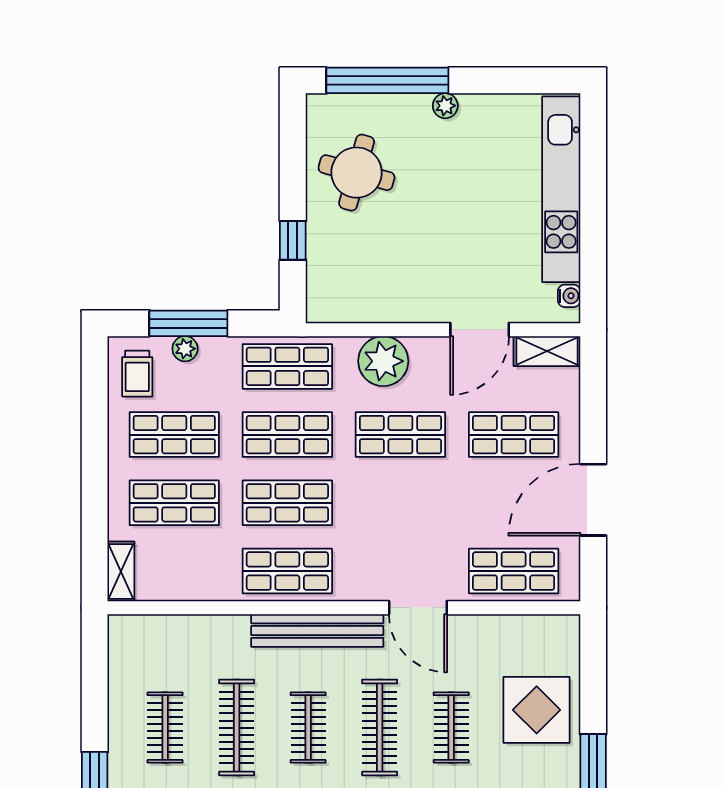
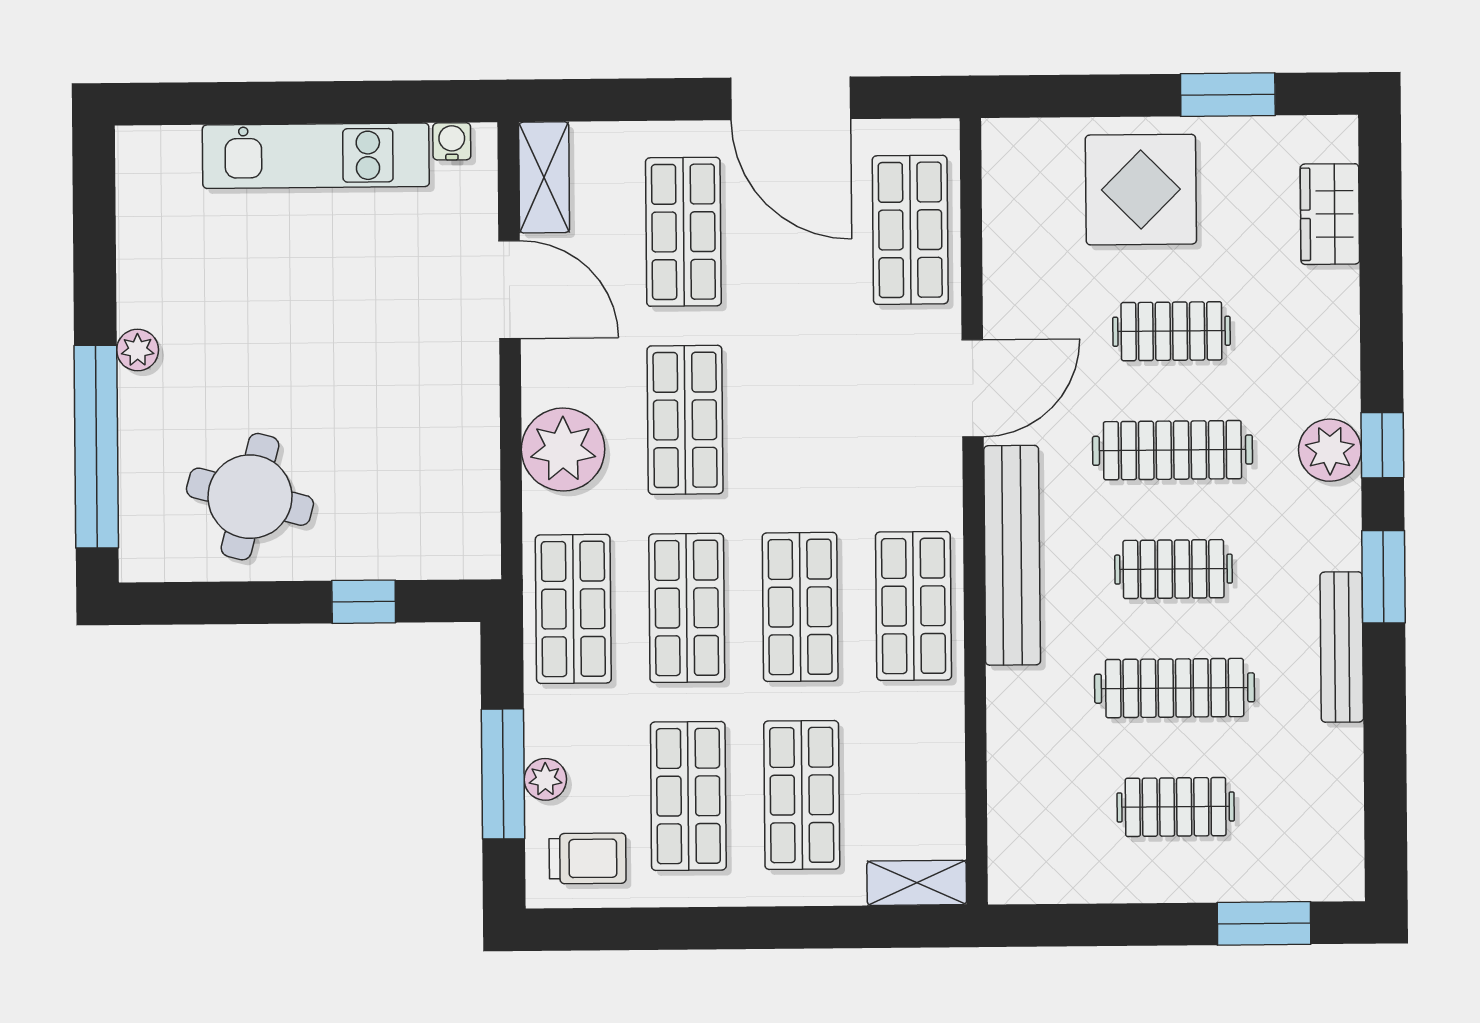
kitchen unit: (561, 189) -> (316, 156), width x0.73

